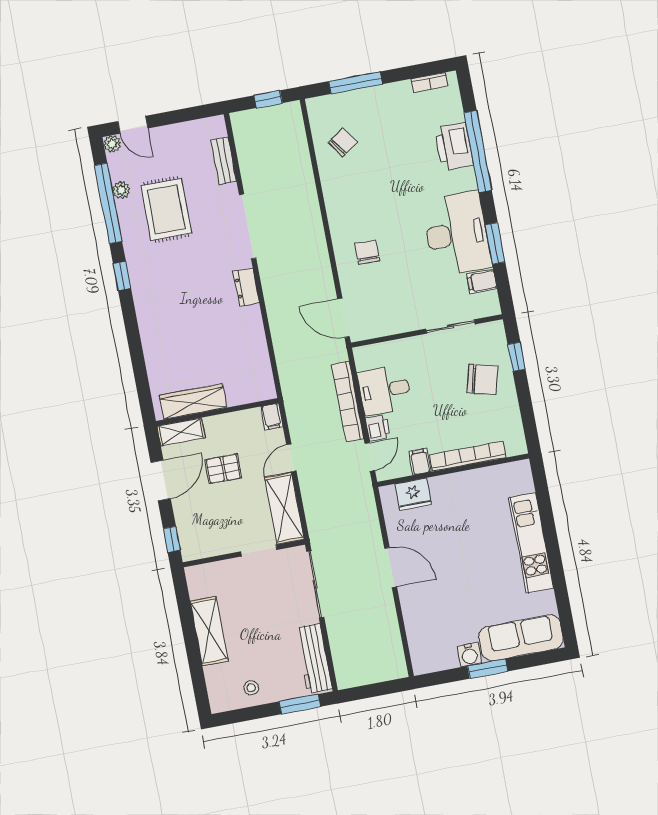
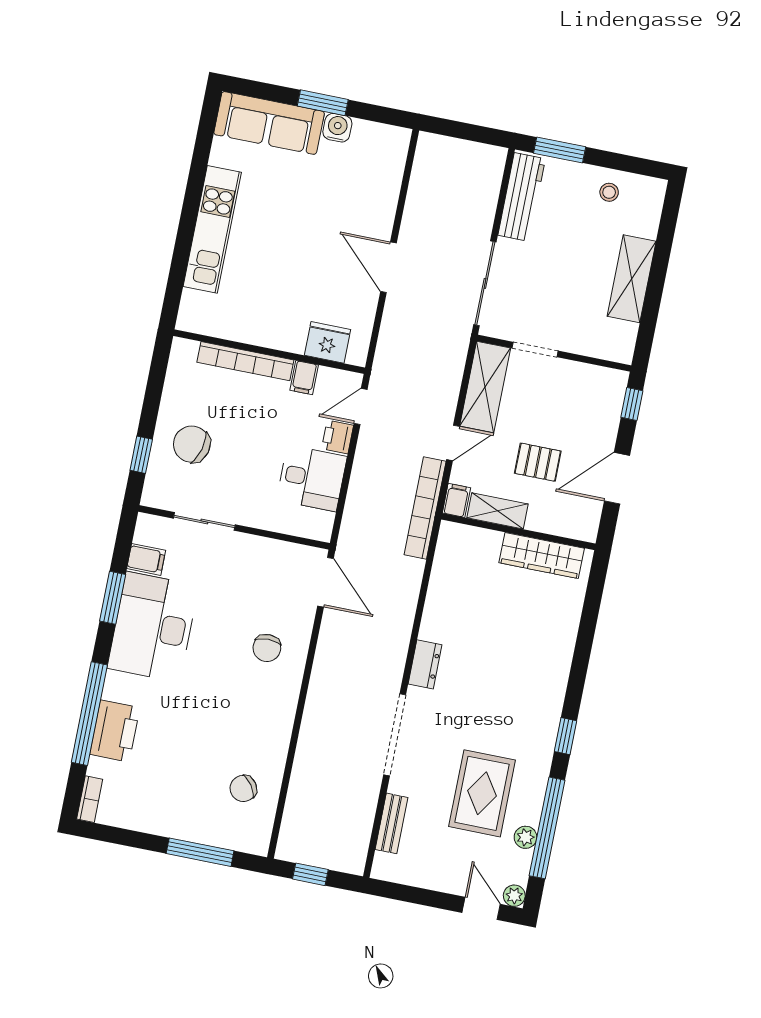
bookcase: (430, 82) -> (90, 799), moved, turned 90
bookcase: (348, 402) -> (425, 508), moved, turned 180
shelving: (181, 432) -> (497, 511), moved

